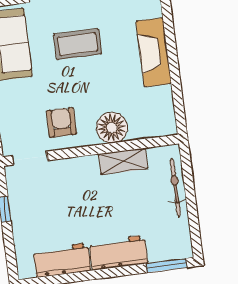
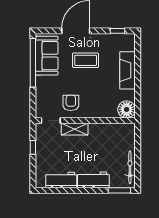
floor lamp: (112, 128) -> (127, 109), moved
shelving: (123, 161) -> (75, 129), moved
bicycle: (175, 187) -> (130, 167), moved

